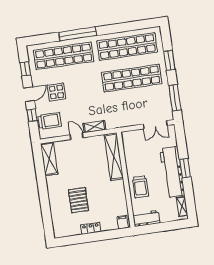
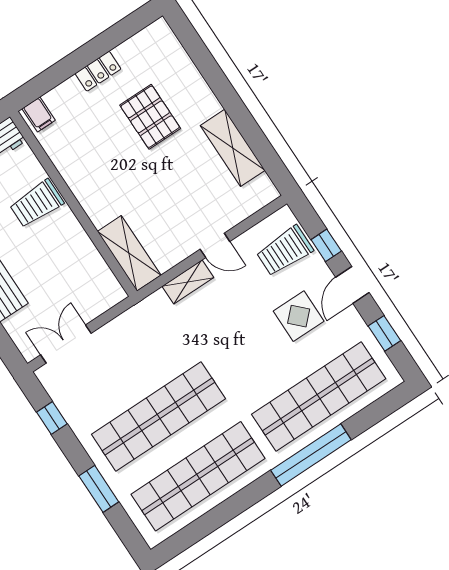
window: (175, 98) -> (52, 418), width x0.46
shelving: (114, 157) -> (129, 253), width x0.68
shelving: (49, 159) -> (233, 148), moved
trolley: (140, 187) -> (37, 204), turned -90

